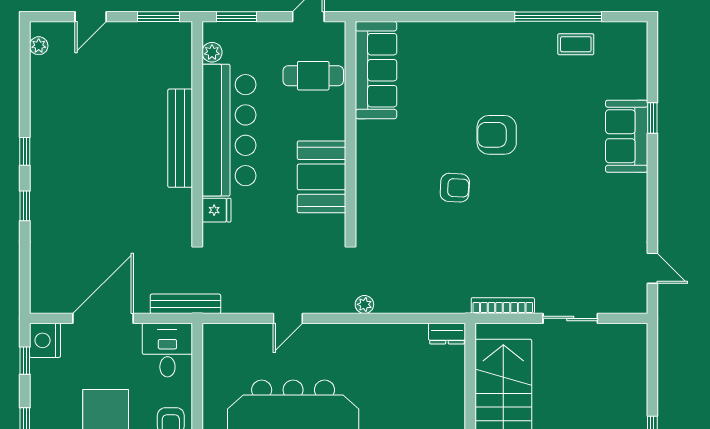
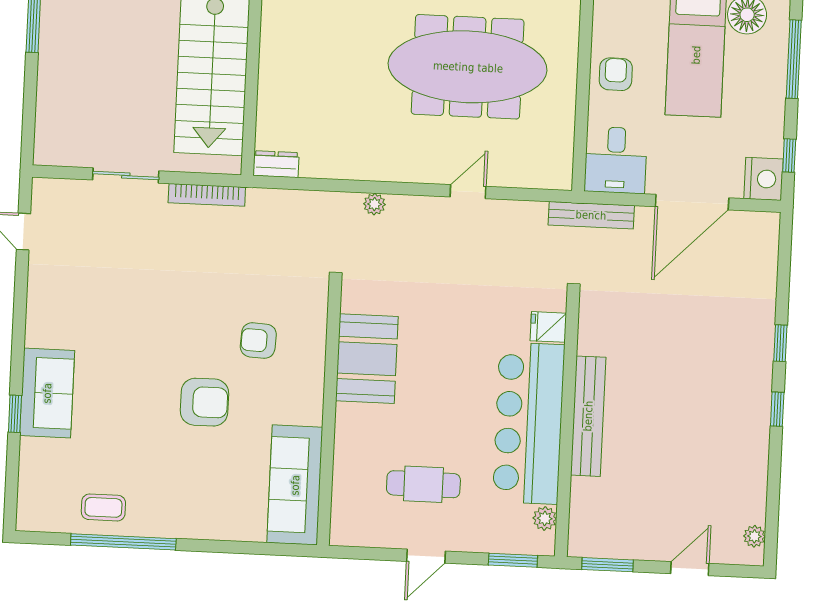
sofa: (376, 70) -> (295, 485), moved
wall: (351, 129) -> (329, 415), moved
booth: (322, 177) -> (367, 359), moved

